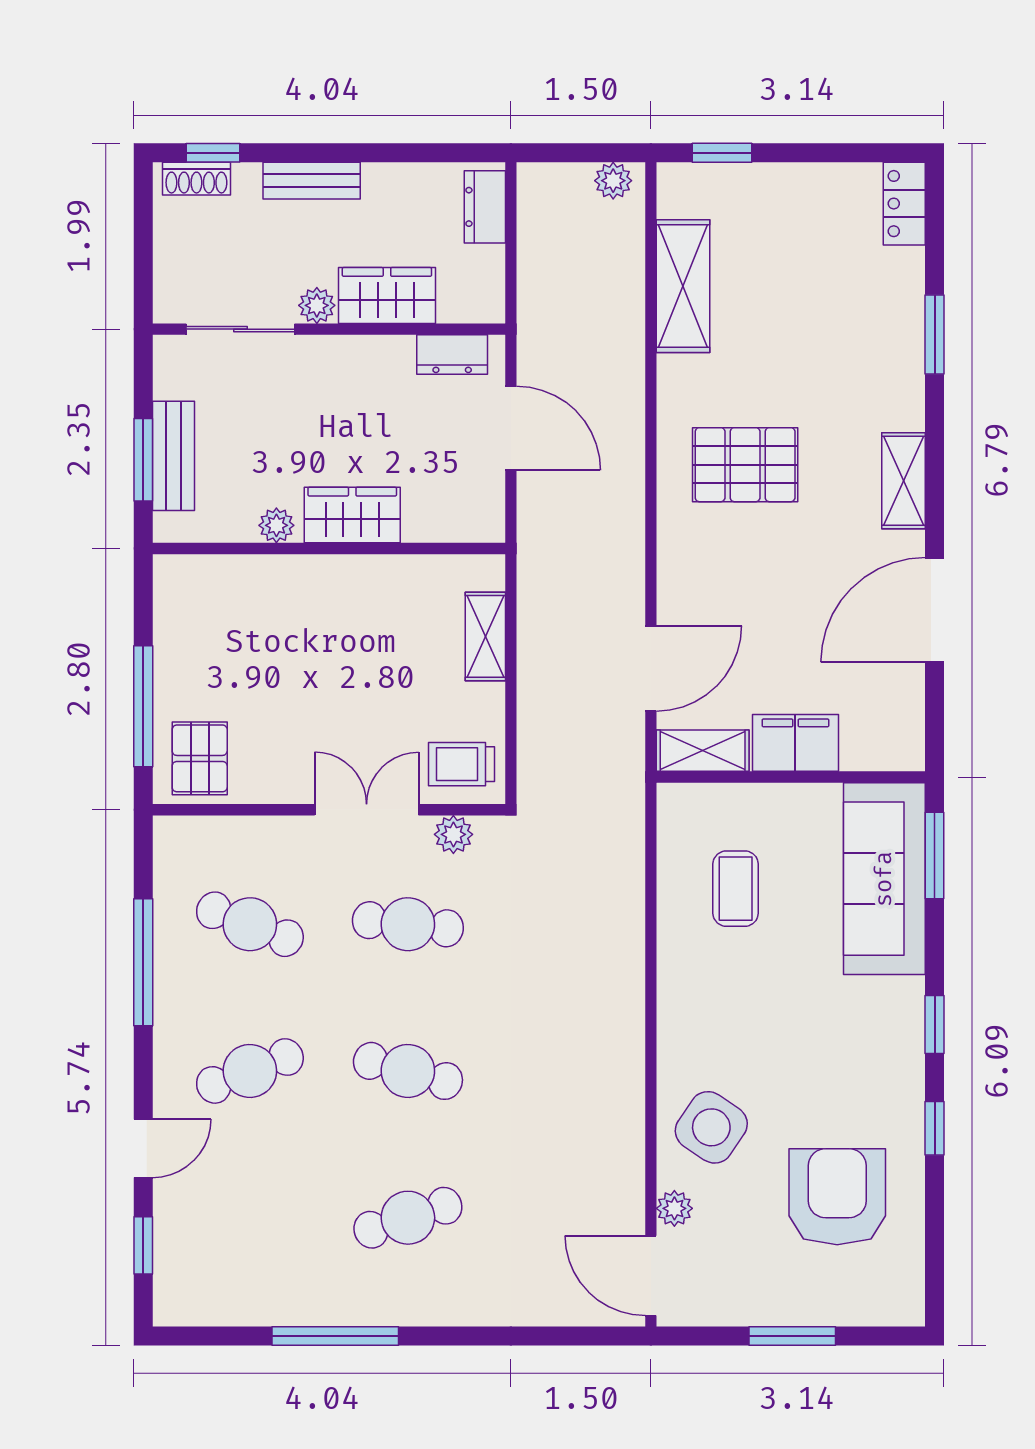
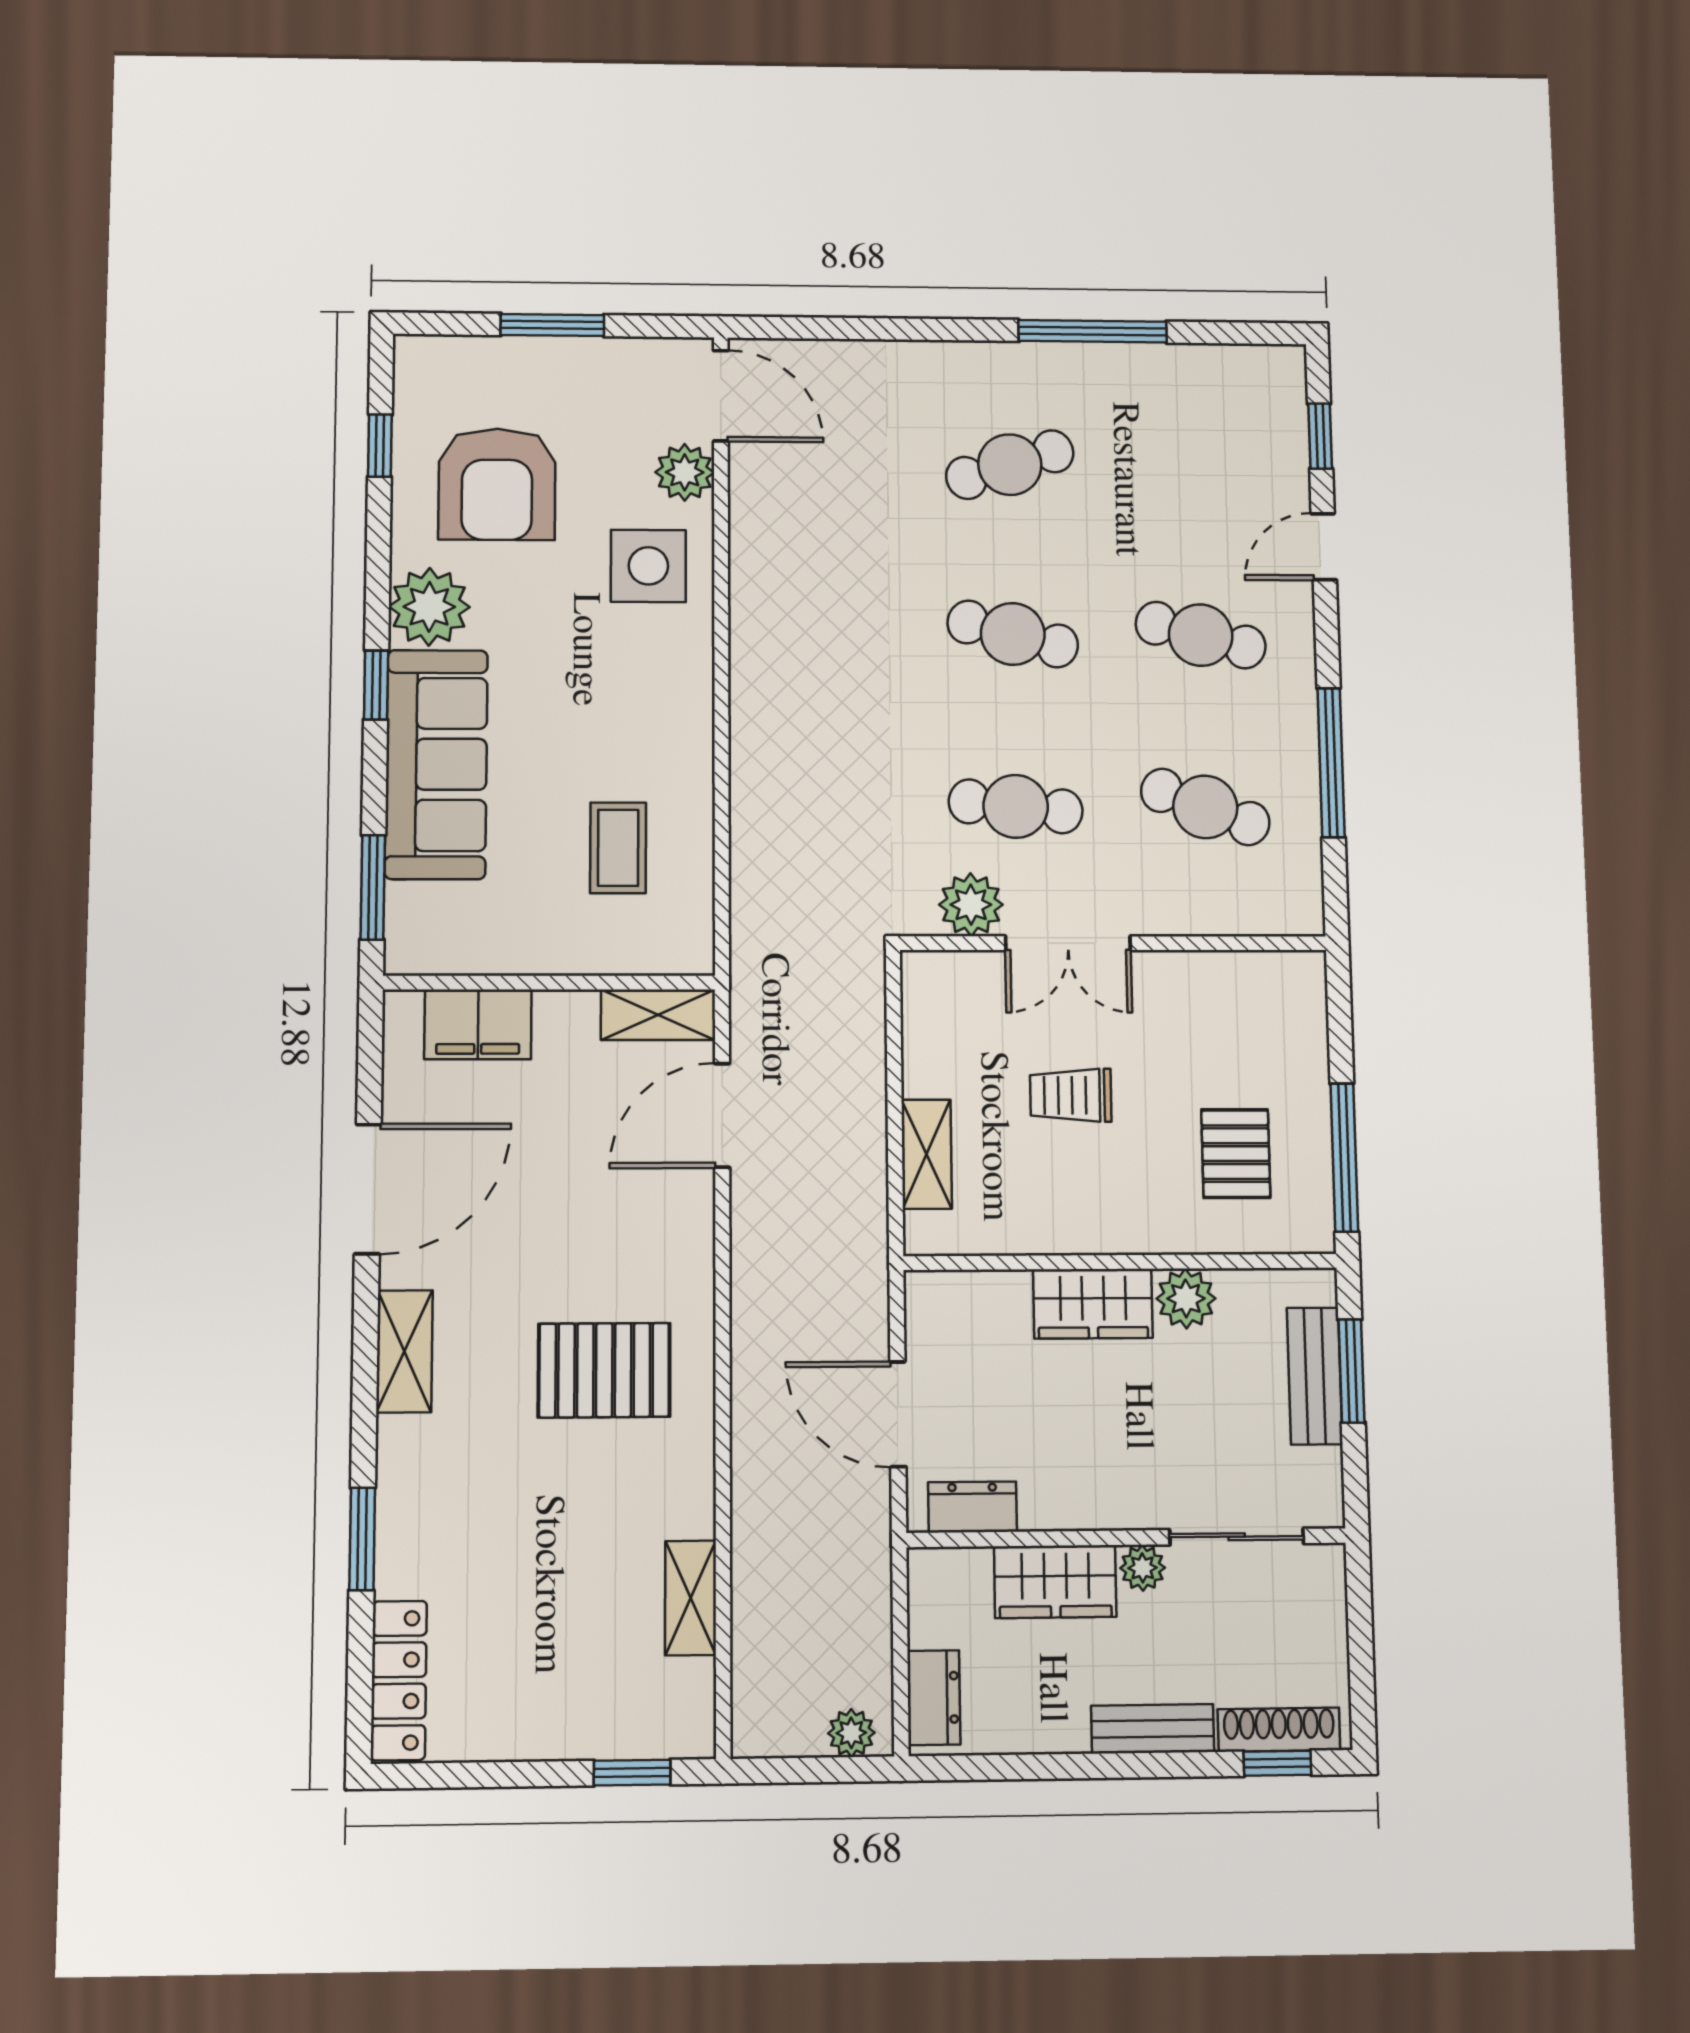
shoe rack: (196, 179) -> (1279, 1730), width x1.43
plant: (613, 181) -> (851, 1733), moved
locker: (904, 204) -> (399, 1680), width x1.53
shelving: (683, 286) -> (691, 1598), width x0.67, depth x0.75
plant: (276, 525) -> (1186, 1299), width x1.38, depth x1.38
window: (143, 706) -> (1344, 1158), moved
filing cabinet: (795, 743) -> (478, 1024), moved
pallet: (200, 758) -> (1236, 1154), moved
trolley: (462, 764) -> (1071, 1095), moved, turned 180
plant: (453, 834) -> (971, 905), width x1.38, depth x1.38
sofa: (884, 879) -> (436, 764), moved
cafe table: (250, 1071) -> (1201, 635), turned 36
plant: (892, 1091) -> (429, 607), added
side table: (711, 1127) -> (648, 566), turned -34
window: (935, 1128) -> (380, 446), moved
plant: (674, 1208) -> (685, 472), width x1.38, depth x1.38

